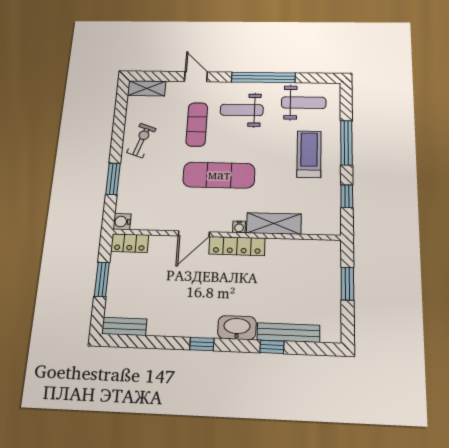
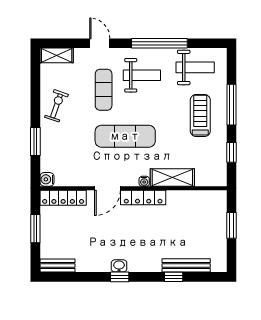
weight bench: (242, 110) -> (142, 75), turned 180
locker: (130, 243) -> (63, 198), width x1.53
washbasin: (237, 328) -> (119, 266), moved, width x0.52, depth x0.69

